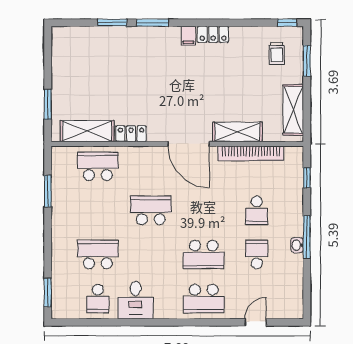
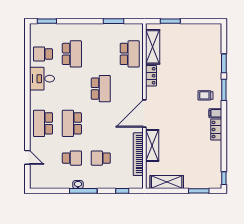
trolley: (277, 53) -> (205, 95), moved

